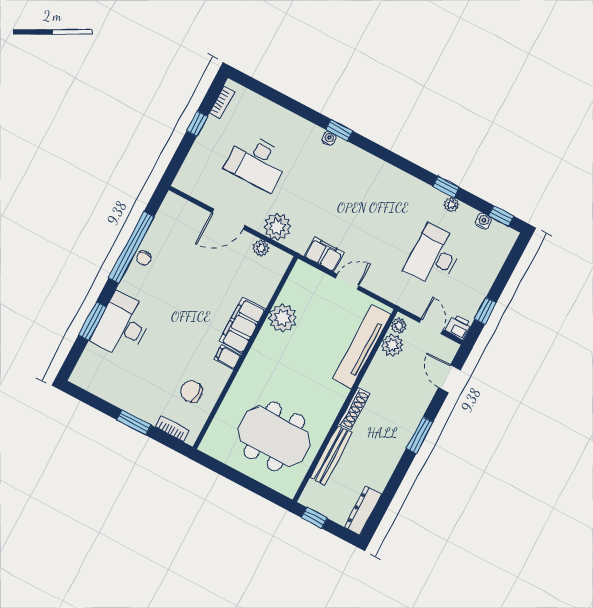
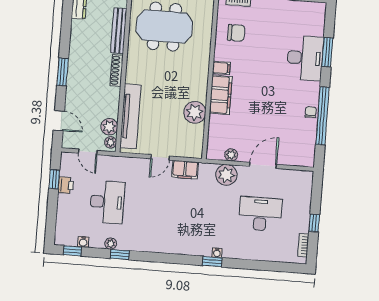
printer: (458, 327) -> (66, 185), moved, turned -90

